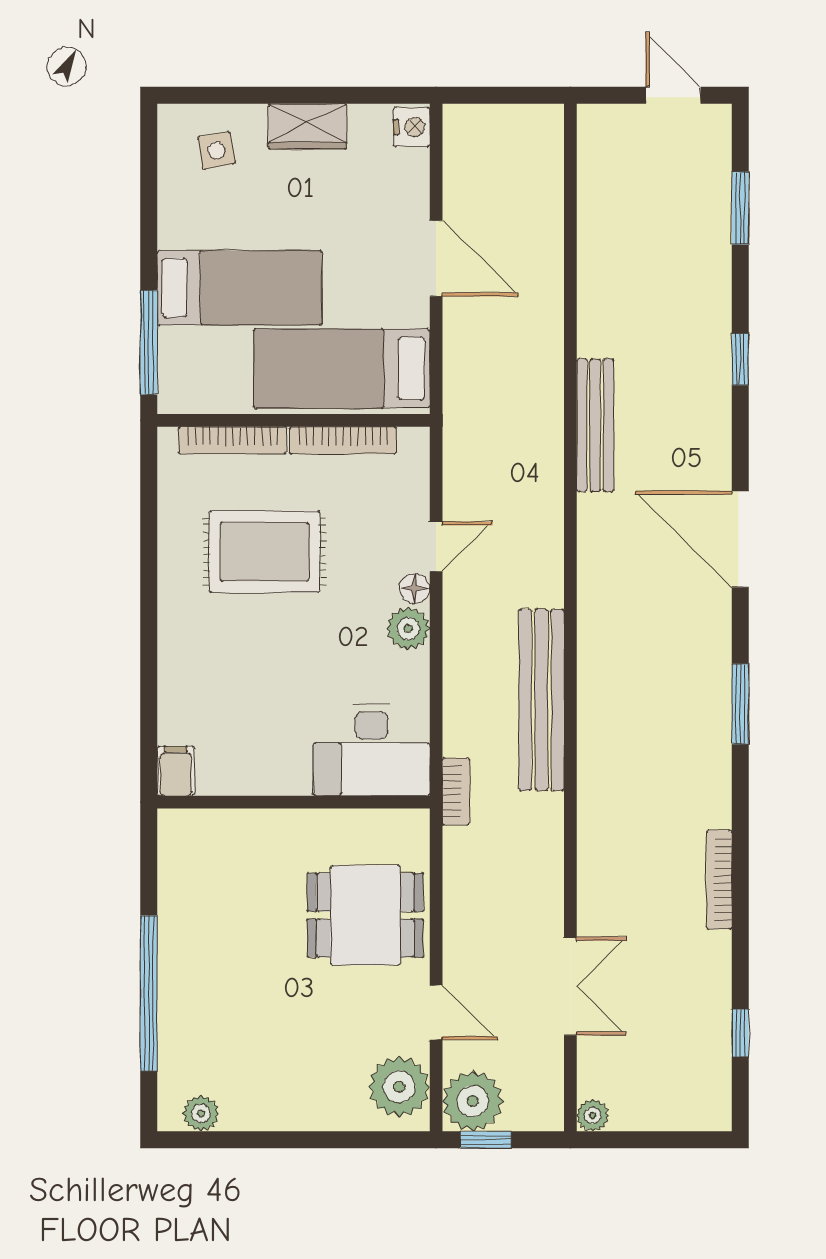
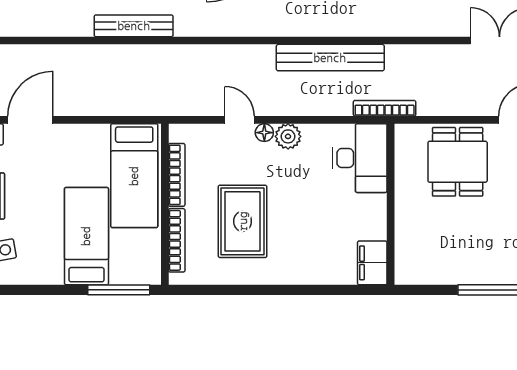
door: (436, 258) -> (30, 120), moved
bench: (595, 425) -> (134, 26), moved
filing cabinet: (176, 771) -> (372, 263), width x2.00
bookcase: (456, 792) -> (385, 108), width x1.56

